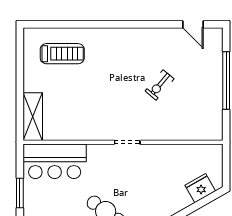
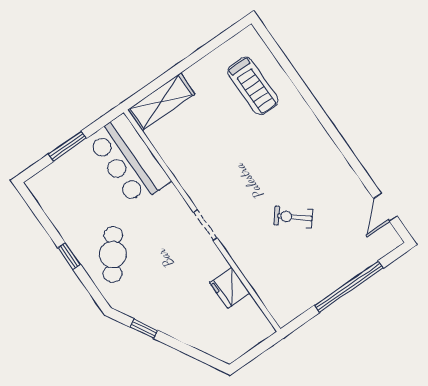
fridge: (200, 188) -> (230, 288), moved, turned -151

